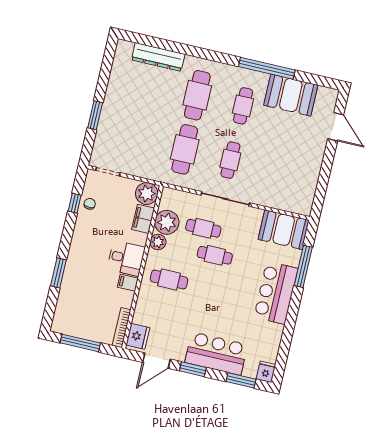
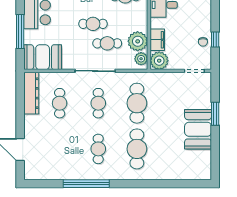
dresser: (158, 57) -> (31, 93), moved, turned 90
booth: (291, 95) -> (198, 129), moved, turned 90
cafe table: (276, 171) -> (60, 103), added
plant: (158, 242) -> (141, 59), moved

